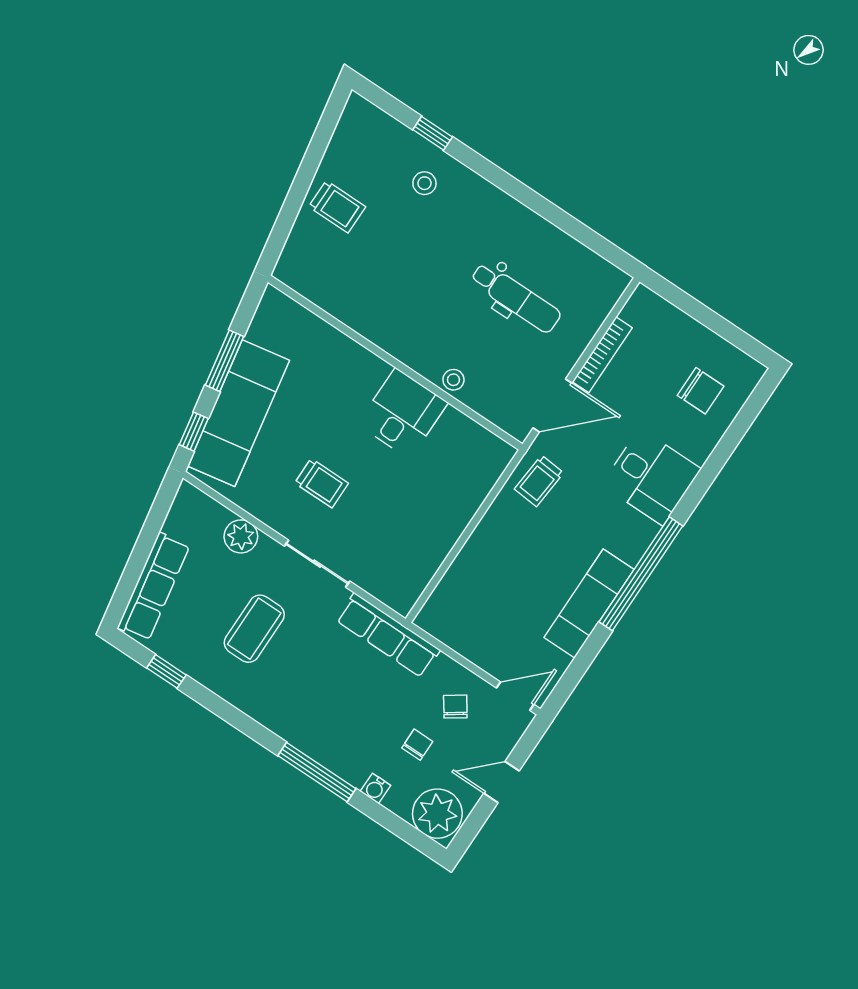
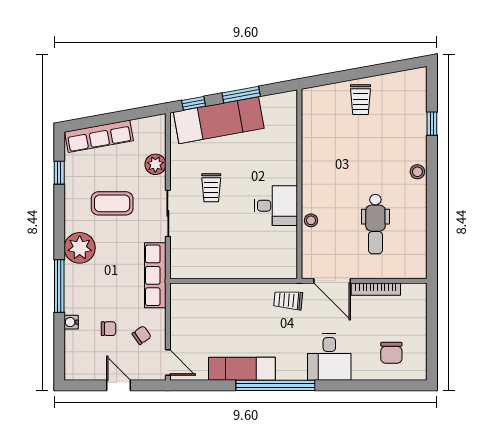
stool: (424, 183) -> (417, 172), moved
plant: (437, 814) -> (80, 248), moved

